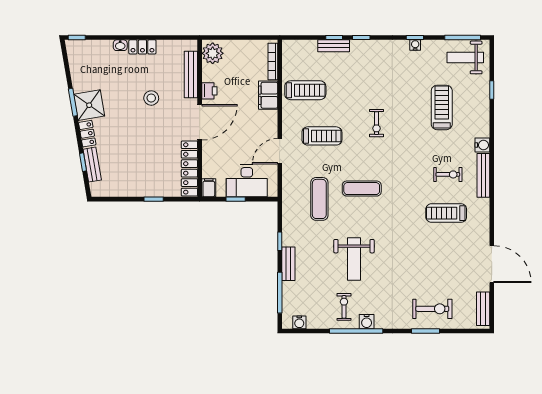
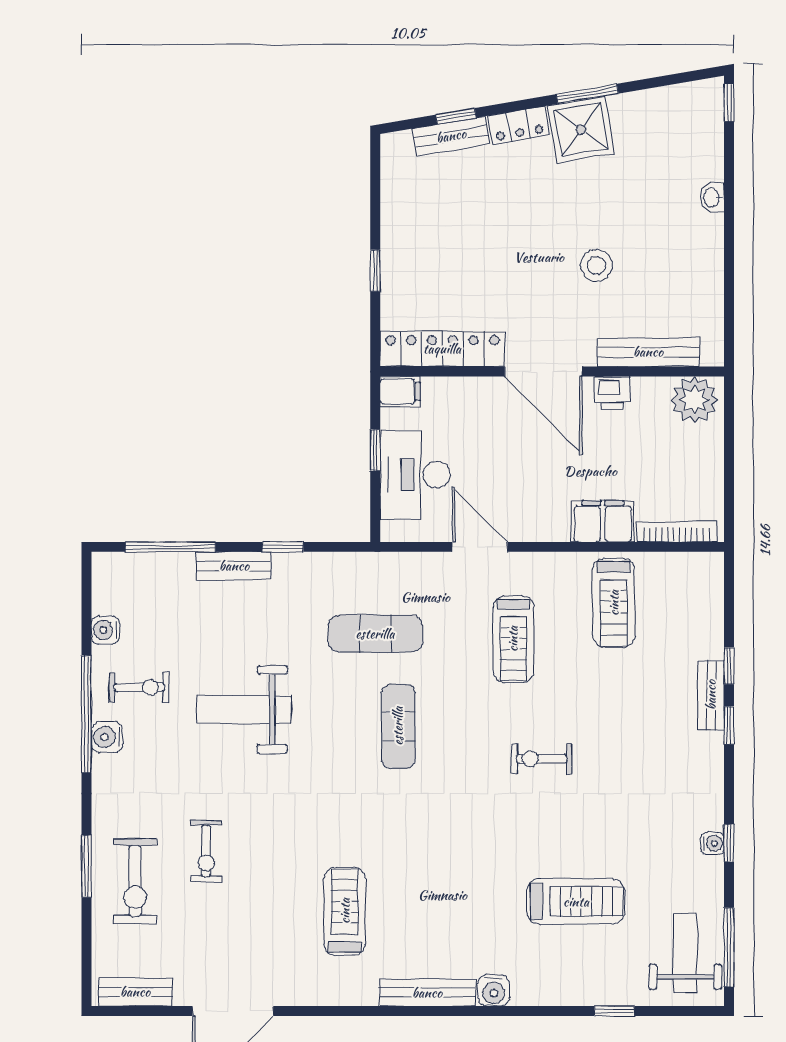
bench: (334, 46) -> (711, 695), moved
locker: (142, 47) -> (708, 246), removed
exercise bike: (448, 174) -> (206, 851), moved
water cooler: (299, 322) -> (105, 630), moved

